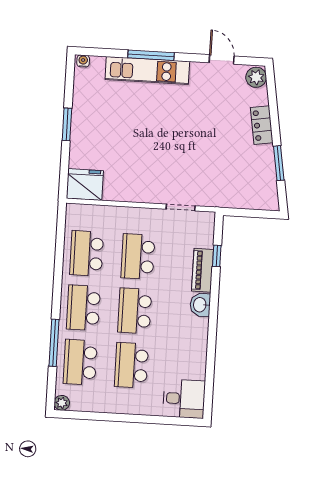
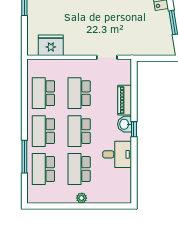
fridge: (85, 185) -> (51, 45), moved
window: (217, 256) -> (134, 129), moved
desk: (184, 399) -> (117, 154), moved
plant: (62, 403) -> (82, 198), moved

